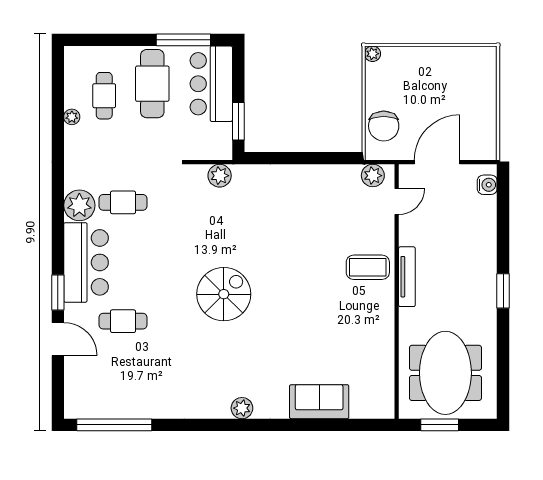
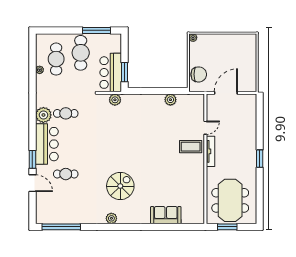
bar counter: (211, 84) -> (111, 73), moved
cafe table: (104, 96) -> (56, 59), width x1.37, depth x1.35
chair: (384, 126) -> (199, 74), turned -90
plant: (373, 176) -> (170, 100), moved
water cooler: (487, 185) -> (252, 104), removed
door: (397, 201) -> (205, 128), moved
spiral stairs: (224, 294) -> (120, 186), moved
plant: (242, 408) -> (111, 218), moved

